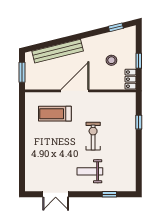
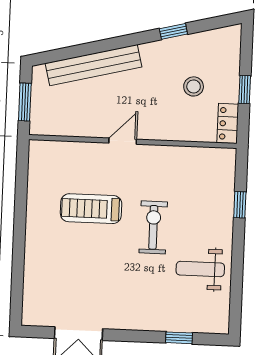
window: (116, 27) -> (173, 31), moved
door: (75, 91) -> (123, 141), width x0.53
treadmill: (55, 114) -> (91, 209), moved
weight bench: (90, 171) -> (200, 269), moved

